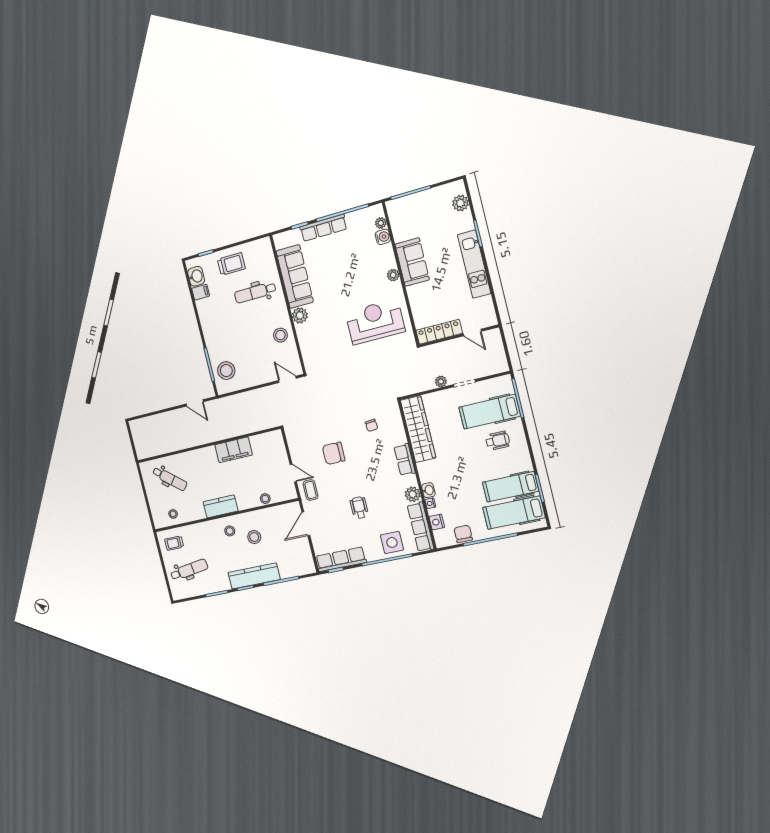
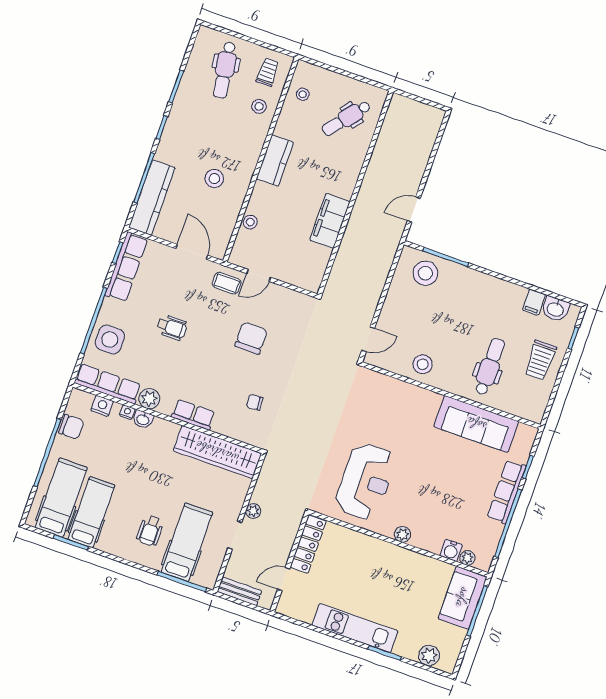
sofa: (412, 262) -> (463, 598), moved, turned 90
plant: (300, 315) -> (429, 401), removed
bench: (500, 356) -> (239, 591), added
stool: (230, 531) -> (259, 106), moved
kitchen counter: (254, 576) -> (152, 198), moved

